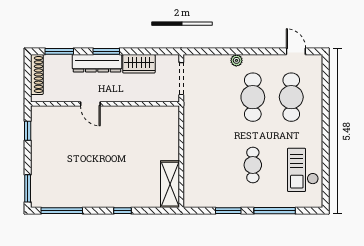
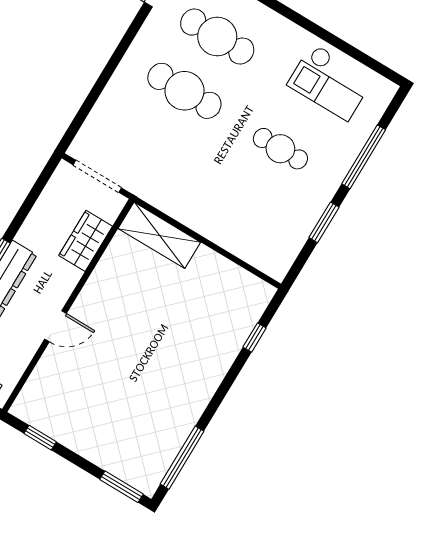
plant: (236, 60) -> (119, 83), removed
wardrobe: (139, 64) -> (86, 241), moved, turned 180
shelving: (170, 184) -> (159, 235), moved
window: (122, 211) -> (255, 337), moved

